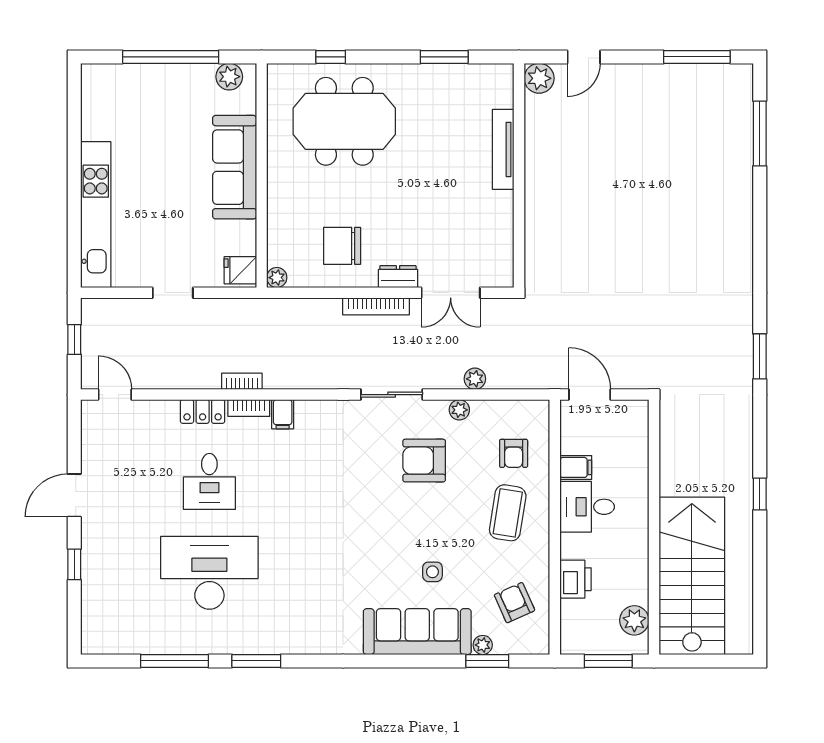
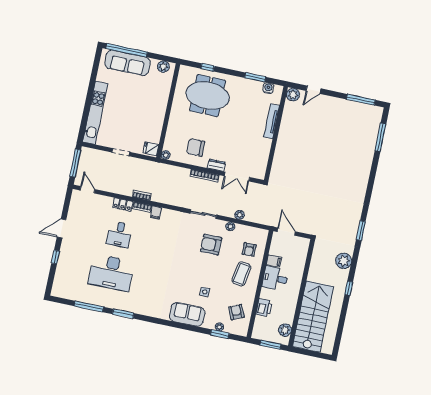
window: (171, 57) -> (127, 50), moved
water cooler: (479, 75) -> (268, 88), added
sofa: (235, 167) -> (128, 63), moved, turned -90
window: (74, 340) -> (75, 163), width x2.17
plant: (735, 434) -> (344, 261), added
desk: (209, 573) -> (111, 273), turned 180
sofa: (417, 632) -> (187, 314), width x0.73

